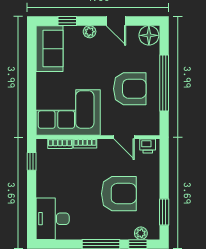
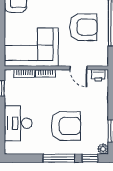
armchair: (119, 194) -> (66, 126), moved
desk: (53, 219) -> (18, 123), moved
plant: (141, 233) -> (103, 149), moved

